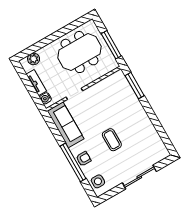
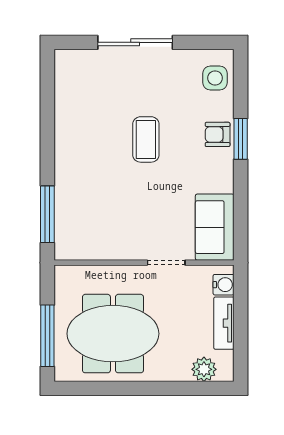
window: (111, 45) -> (47, 336), moved
sofa: (66, 125) -> (215, 227), width x0.73
window: (73, 162) -> (241, 139), width x0.47

